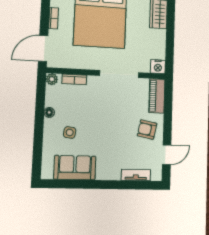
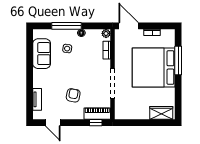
nightstand: (158, 67) -> (120, 114), removed
window: (168, 98) -> (96, 123), added
armchair: (147, 129) -> (73, 95), moved
window: (39, 132) -> (67, 26), added

